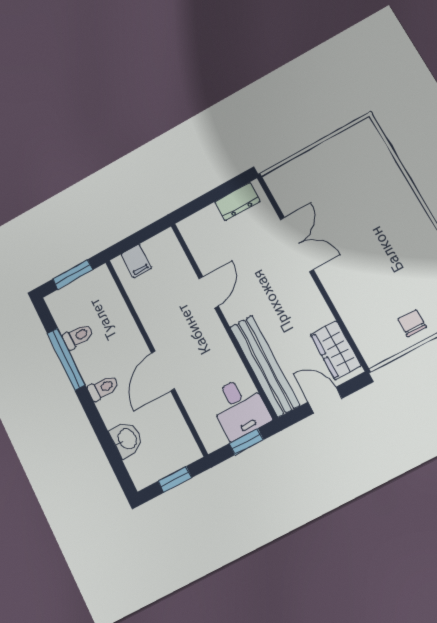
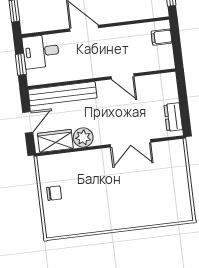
plant: (315, 313) -> (83, 138), added
desk: (239, 408) -> (41, 51), moved

